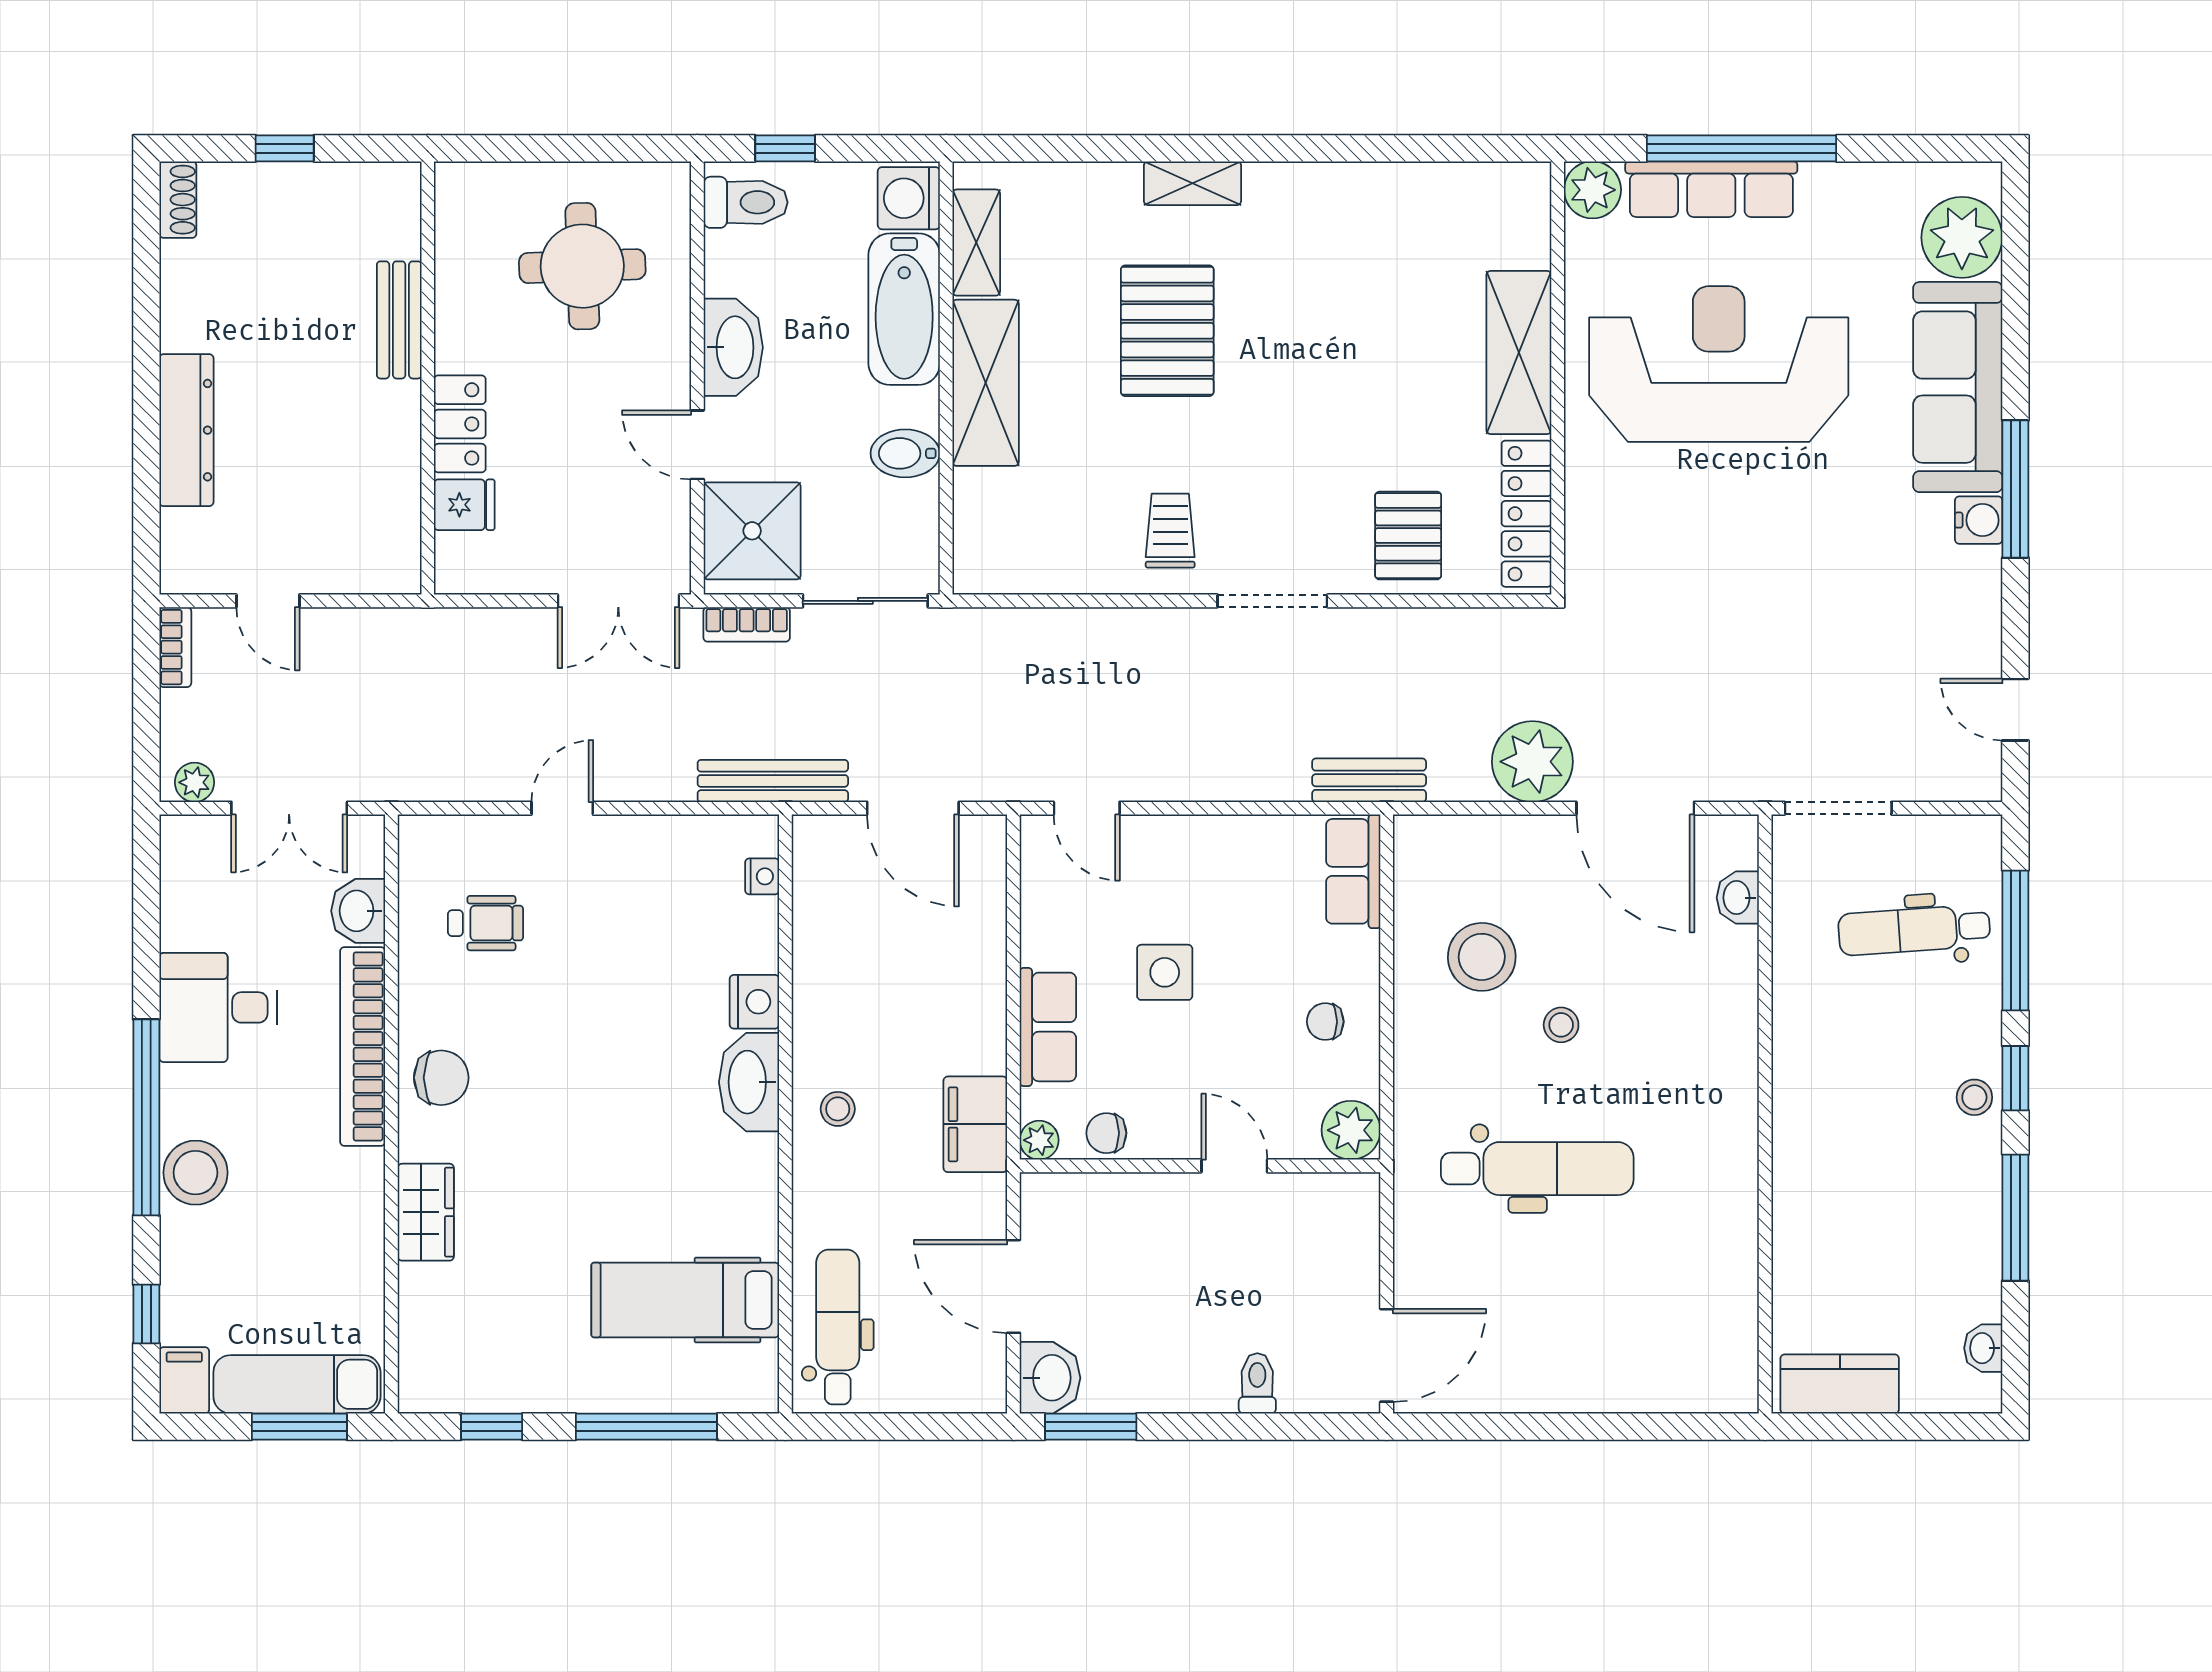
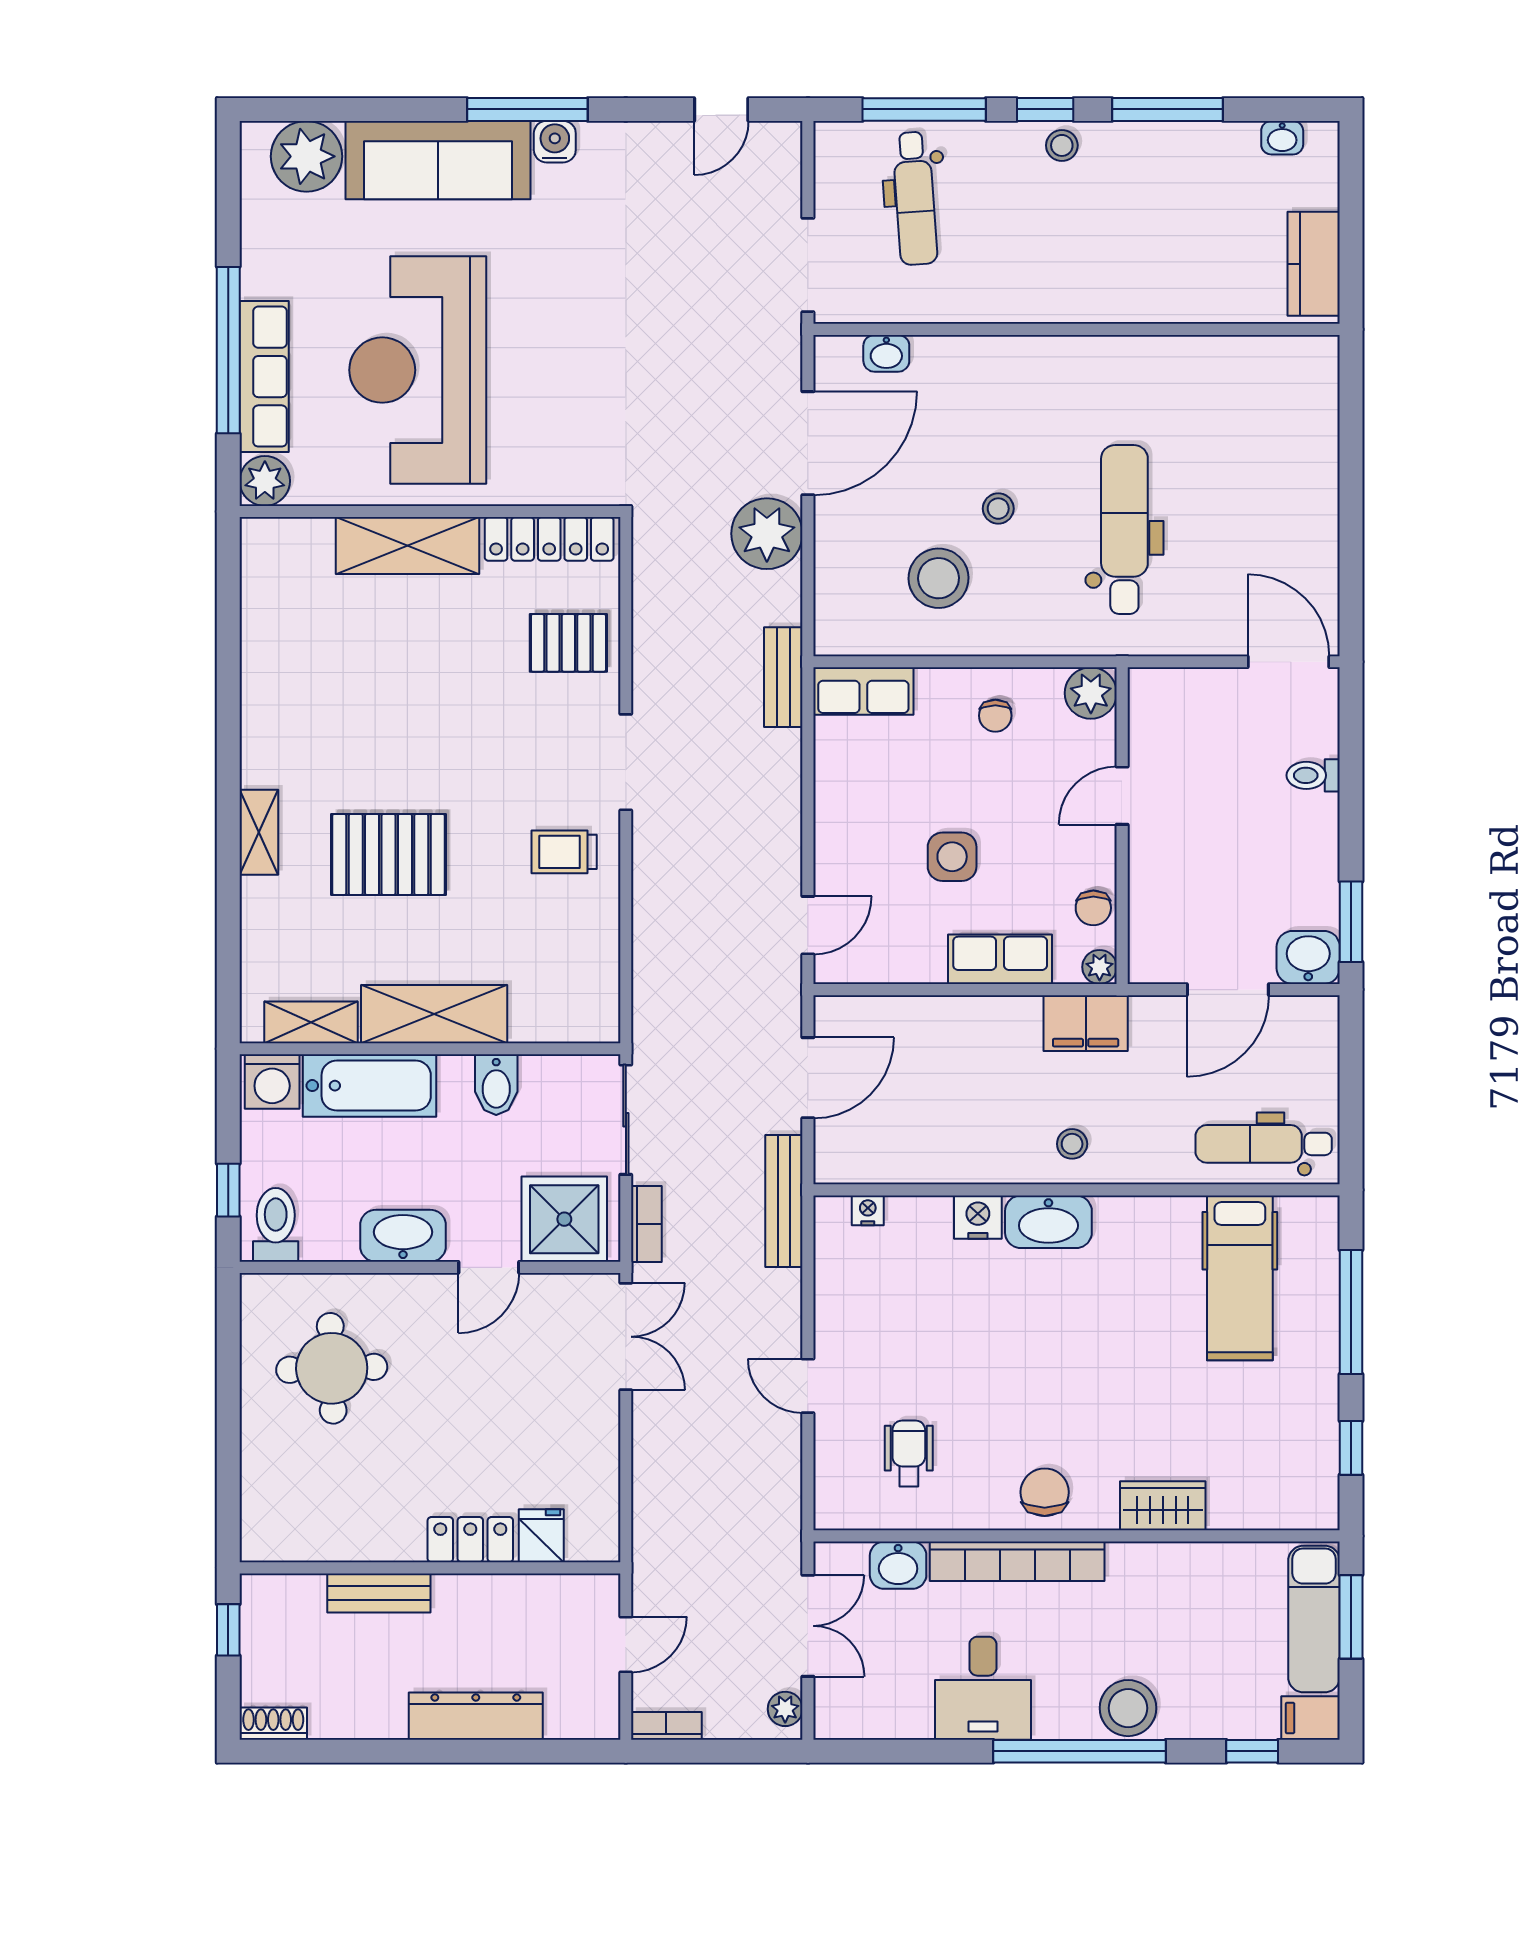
bench: (399, 320) -> (379, 1593), moved
wall: (428, 378) -> (430, 1568), moved
locker: (460, 424) -> (470, 1540), moved
fridge: (464, 505) -> (541, 1536), moved

